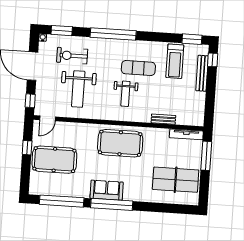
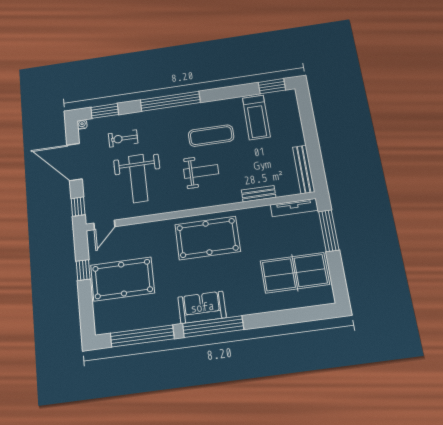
exercise bike: (72, 56) -> (123, 138), width x0.73, depth x0.72
window: (213, 60) -> (305, 105), removed
bench: (202, 73) -> (304, 169), moved
weight bench: (125, 94) -> (201, 171), turned -90

